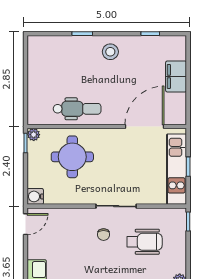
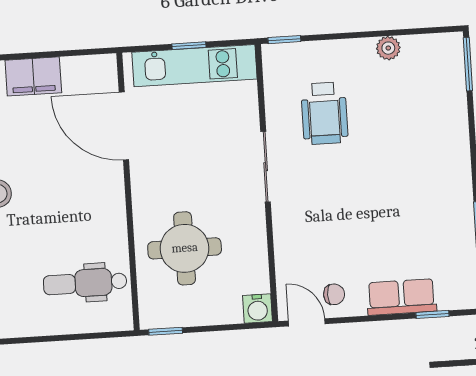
dental chair: (77, 109) -> (85, 283), moved, turned -90
plant: (34, 135) -> (150, 318), removed
chair: (104, 235) -> (334, 294), moved
wheelchair: (145, 242) -> (324, 113), turned 180

